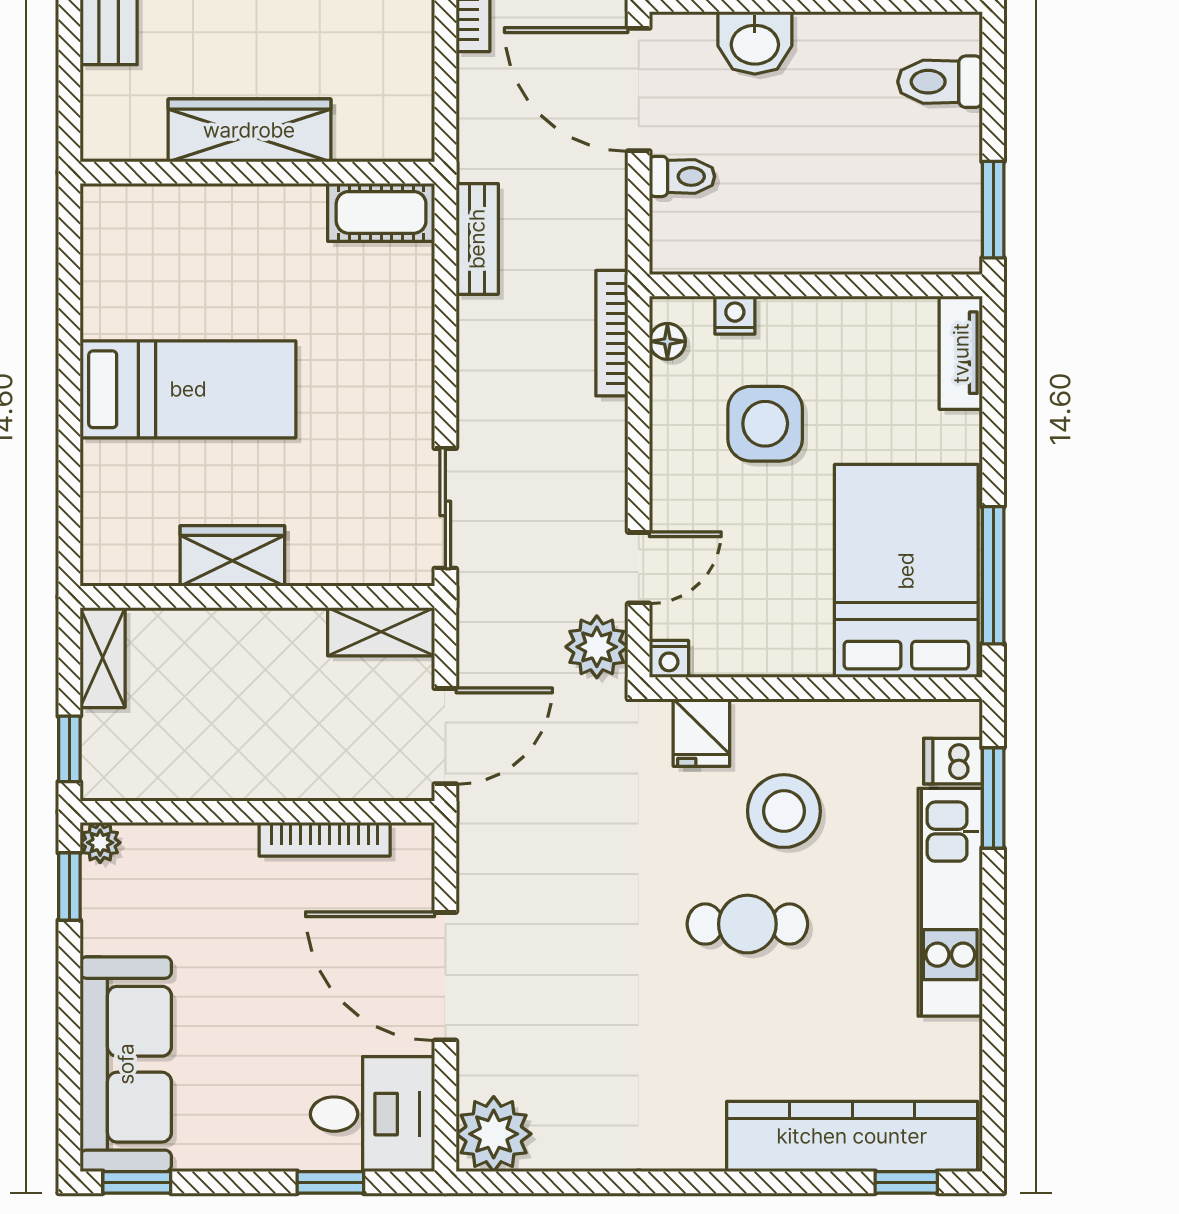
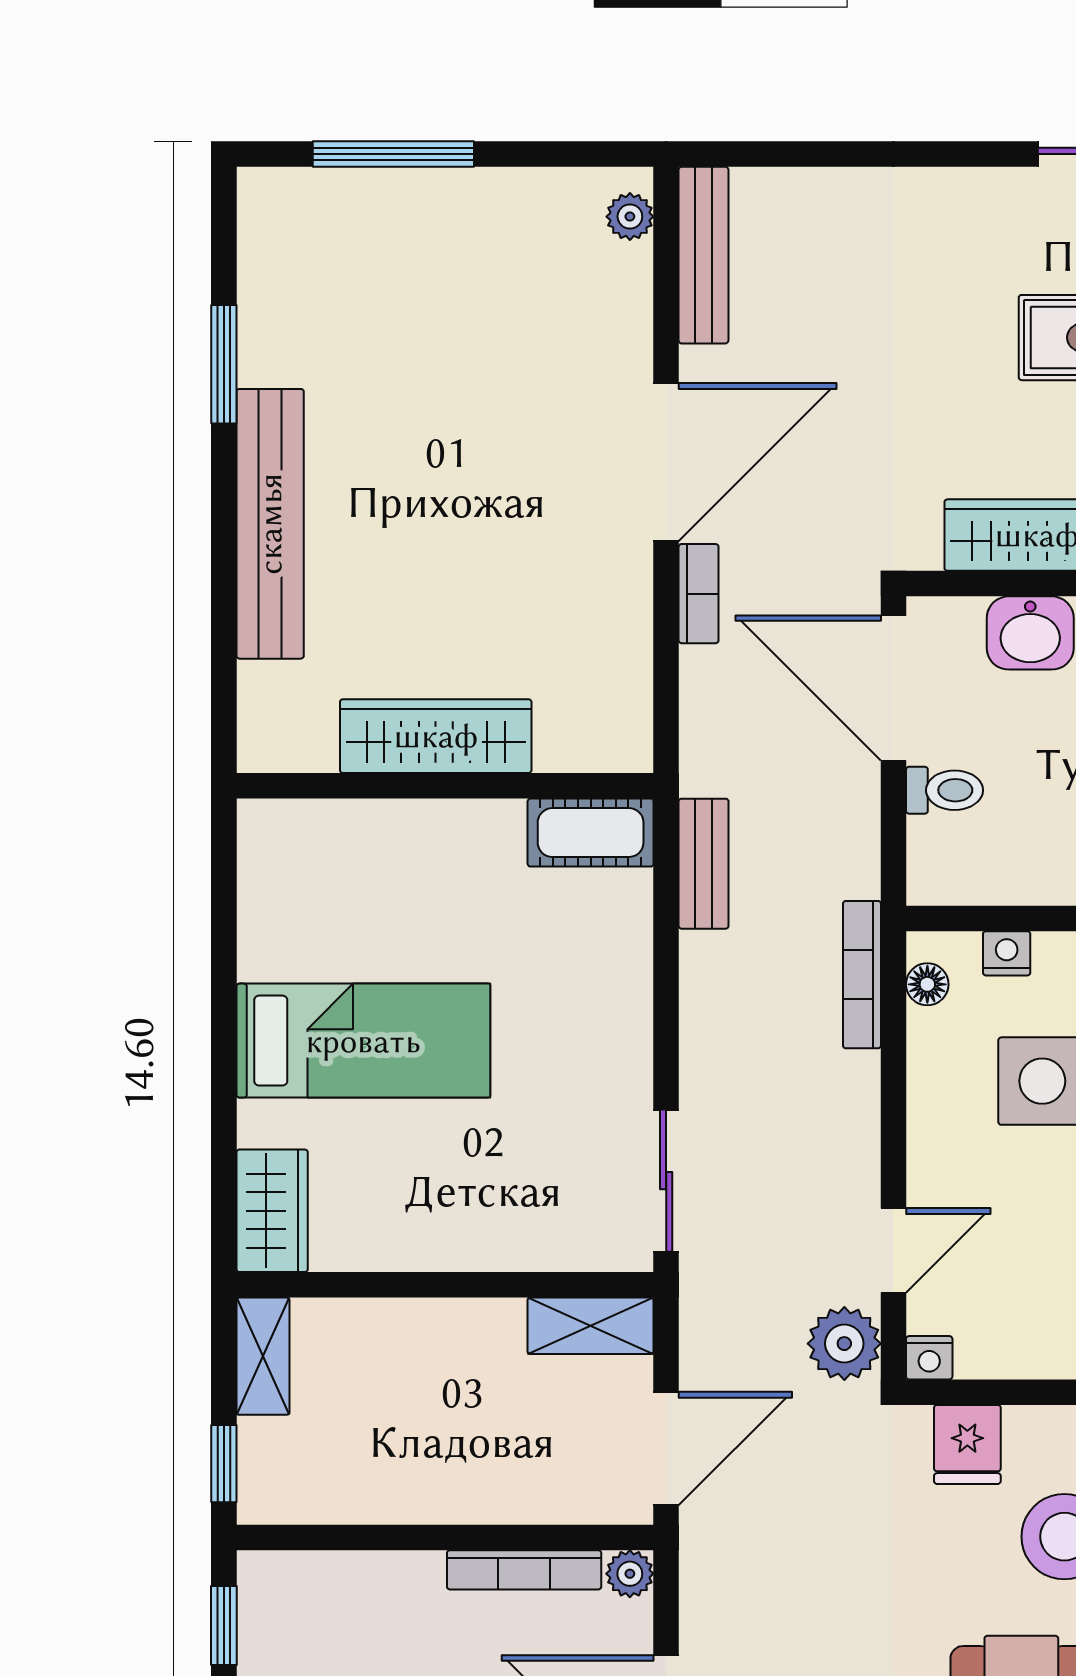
wardrobe: (232, 556) -> (272, 1211), moved, turned 90
plant: (100, 843) -> (630, 1574), moved

